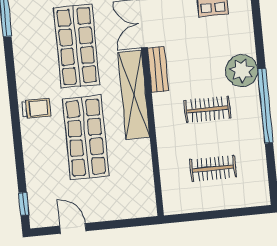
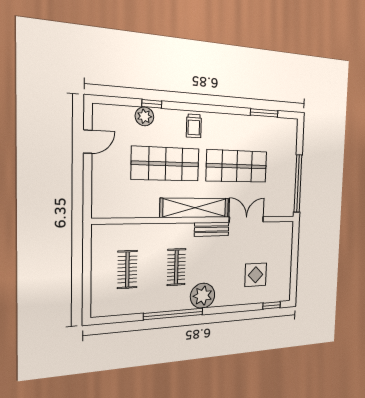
plant: (35, 169) -> (144, 116), added
window: (24, 204) -> (152, 104), moved

